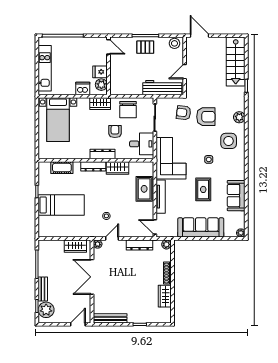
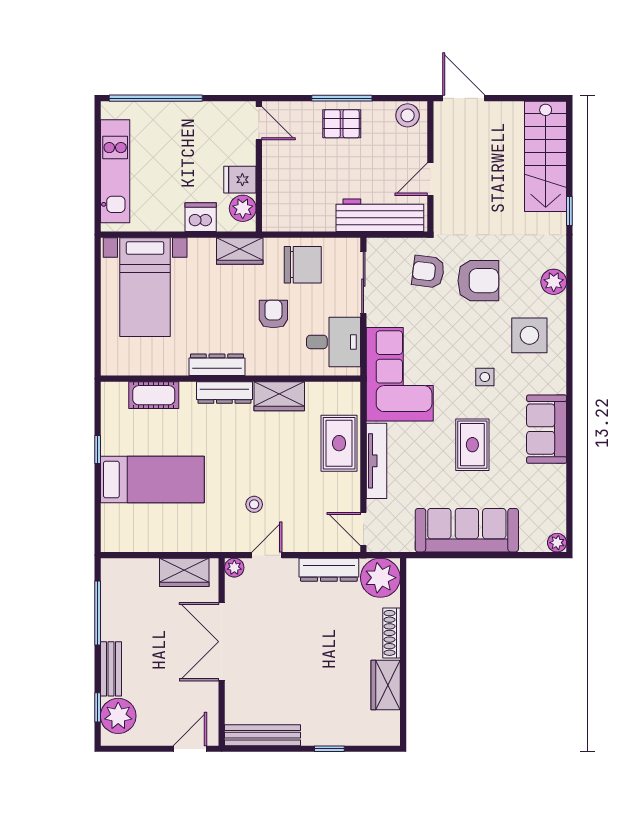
chair: (128, 110) -> (303, 265), turned -90
dresser: (102, 154) -> (217, 365), moved
sofa: (236, 196) -> (547, 429), moved
plant: (166, 244) -> (380, 578), width x1.88, depth x1.88

